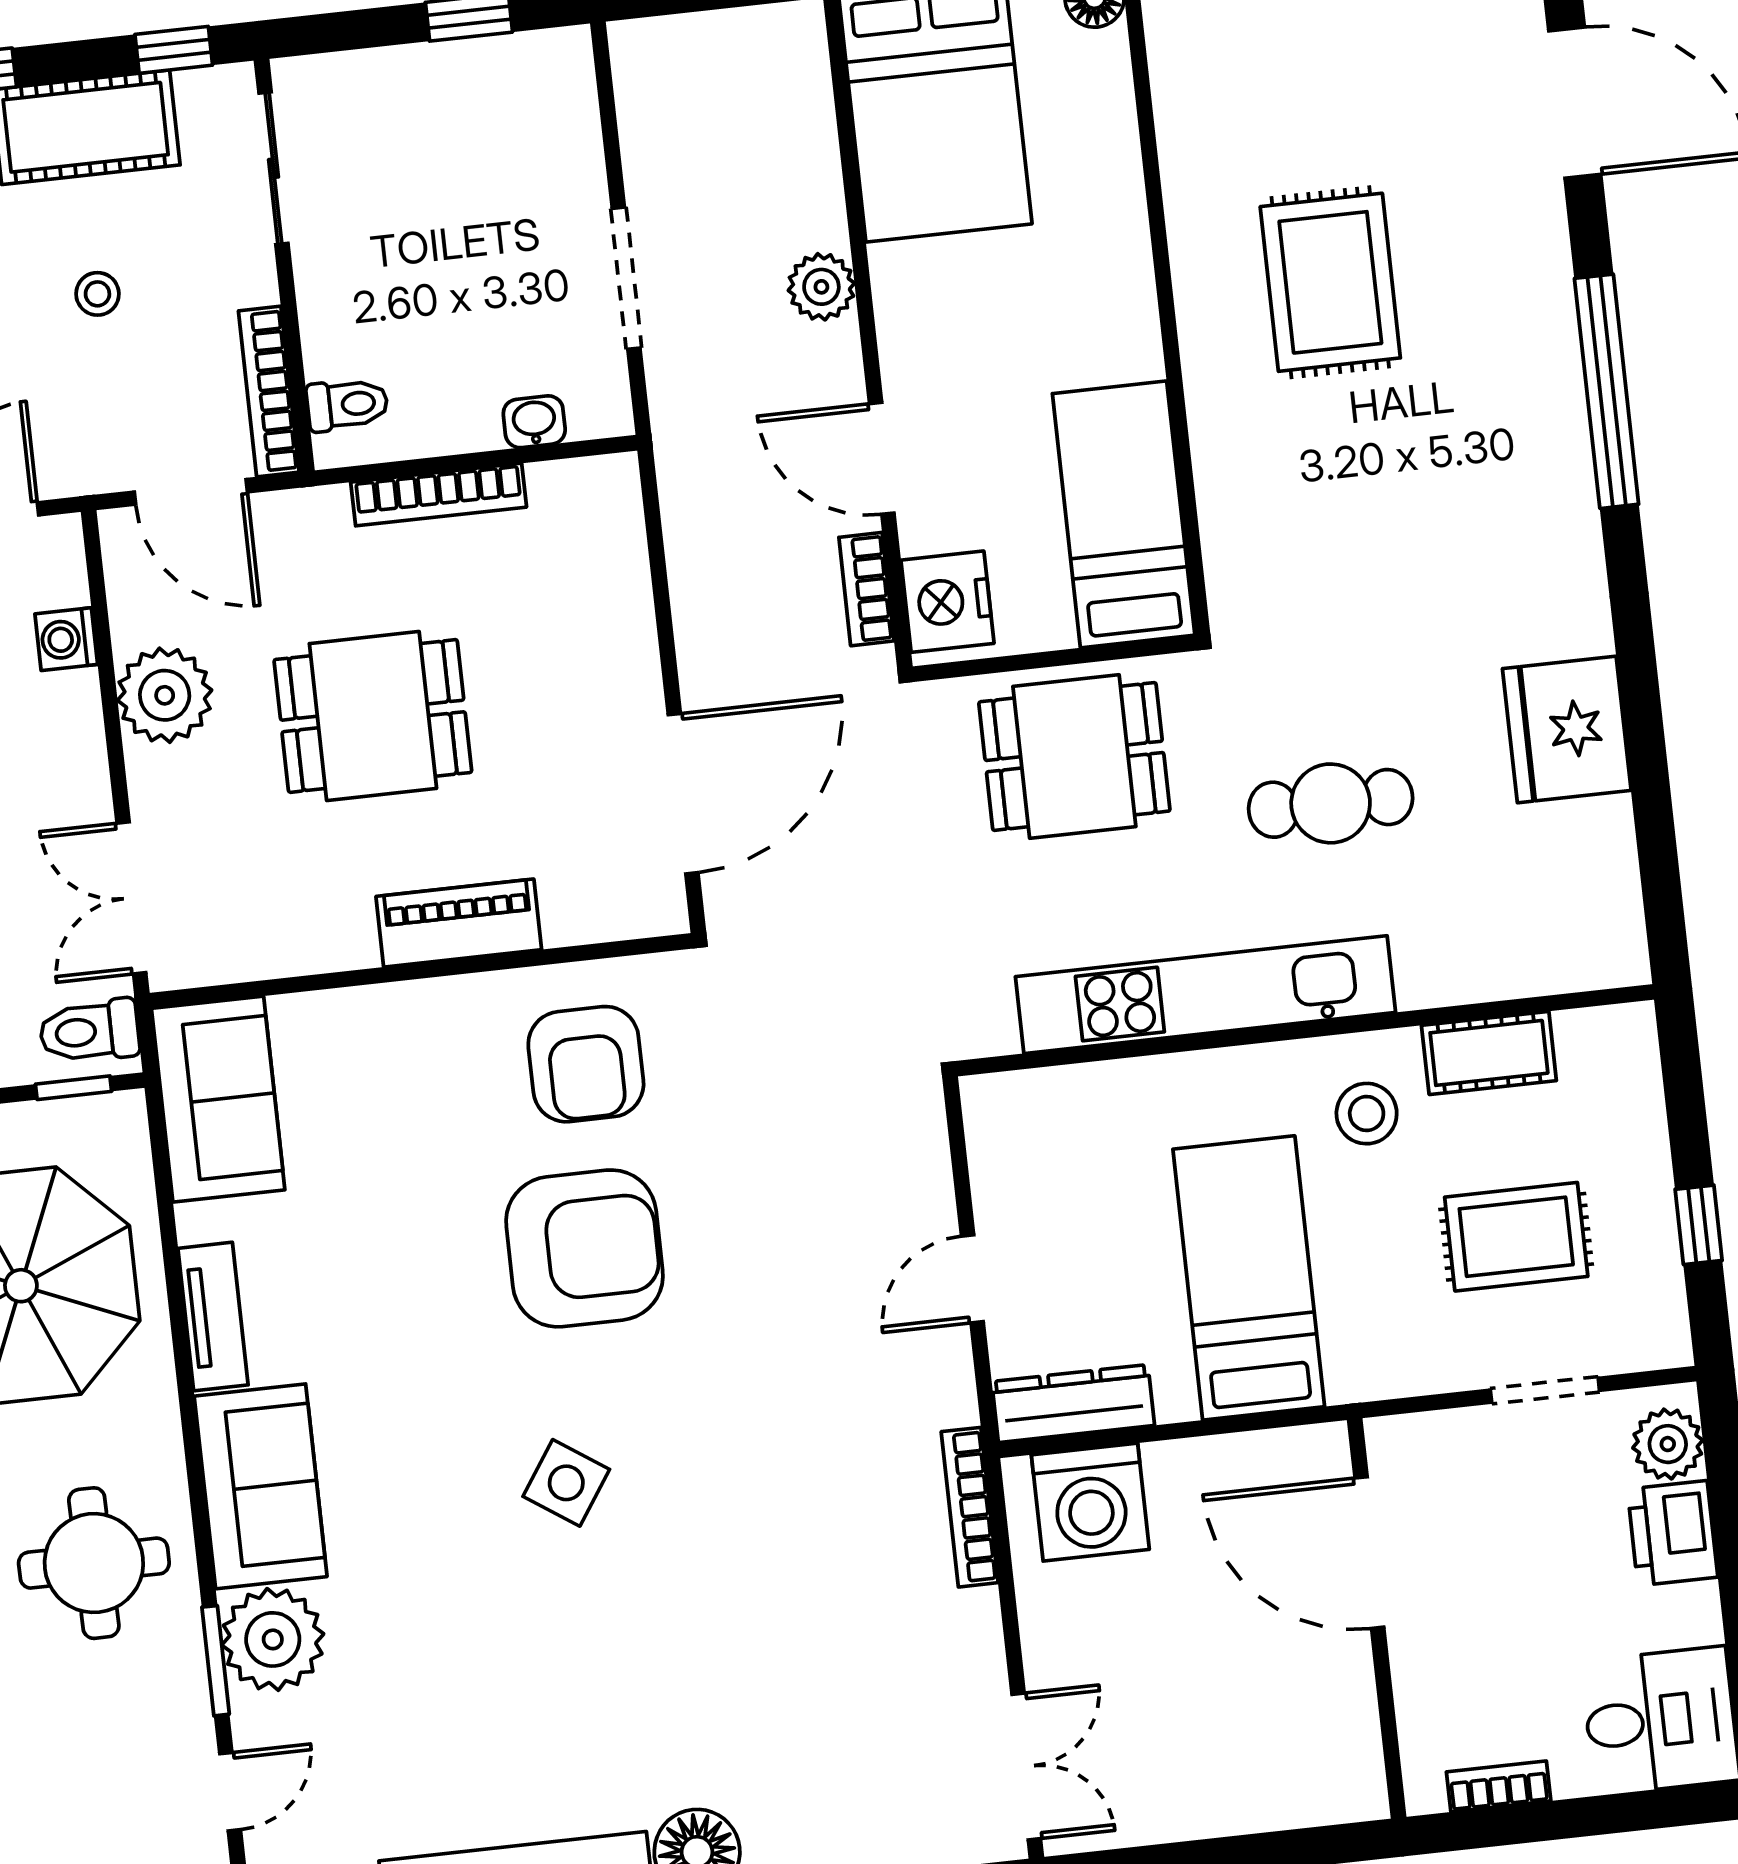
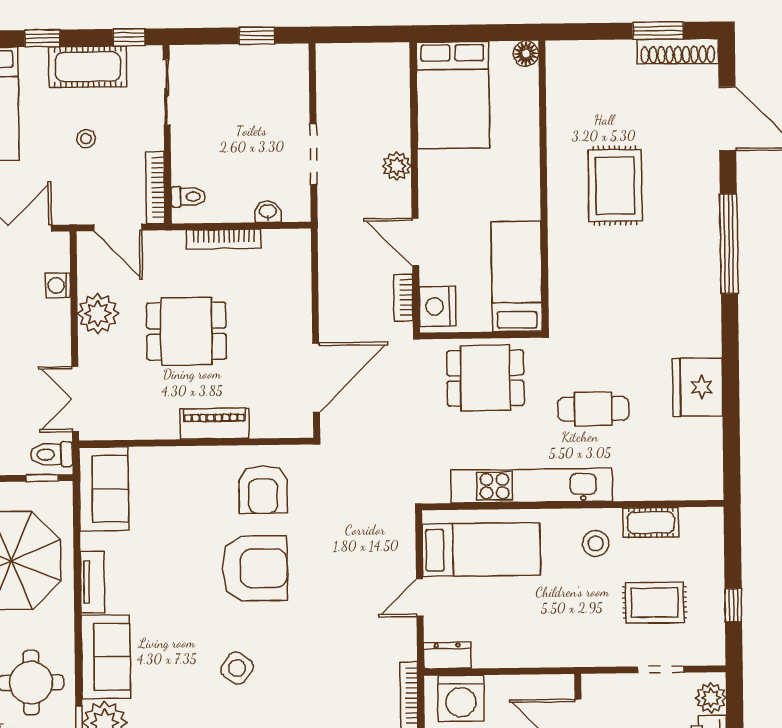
bed: (1249, 1278) -> (481, 550), moved, turned 90
dresser: (1073, 1404) -> (447, 656), width x0.70

